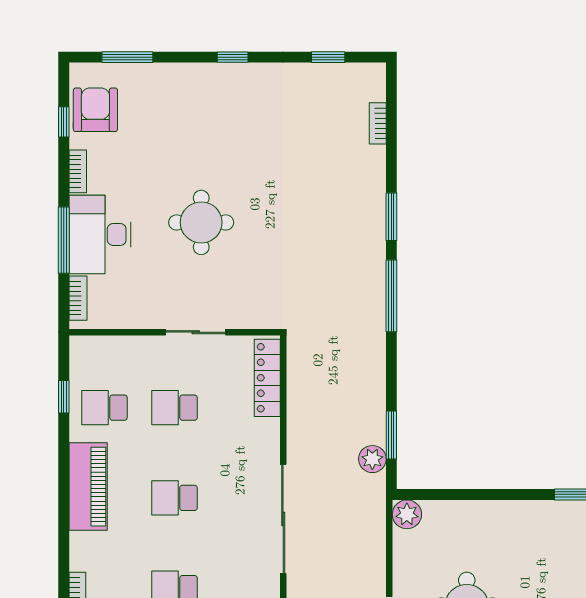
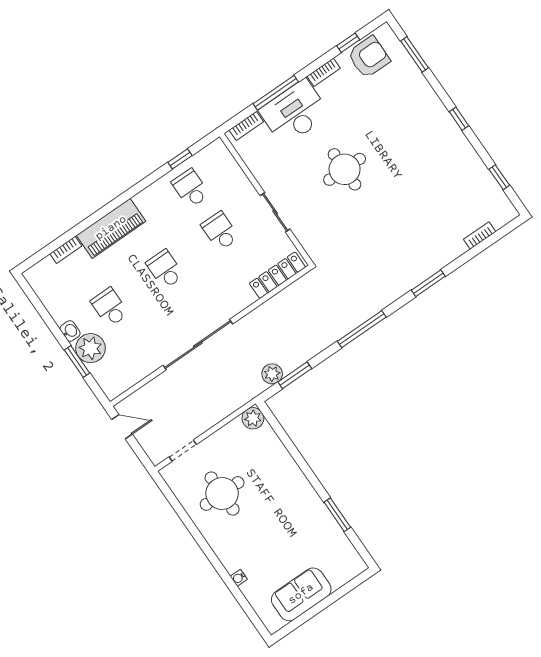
window: (391, 296) -> (362, 329), moved
piano: (88, 487) -> (111, 228), moved

